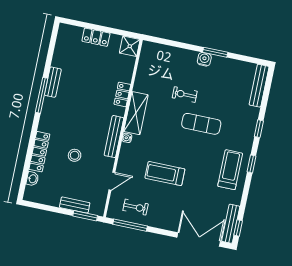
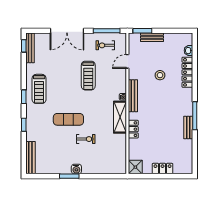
treadmill: (165, 174) -> (88, 76), turned 90
double door: (199, 239) -> (67, 31), moved

